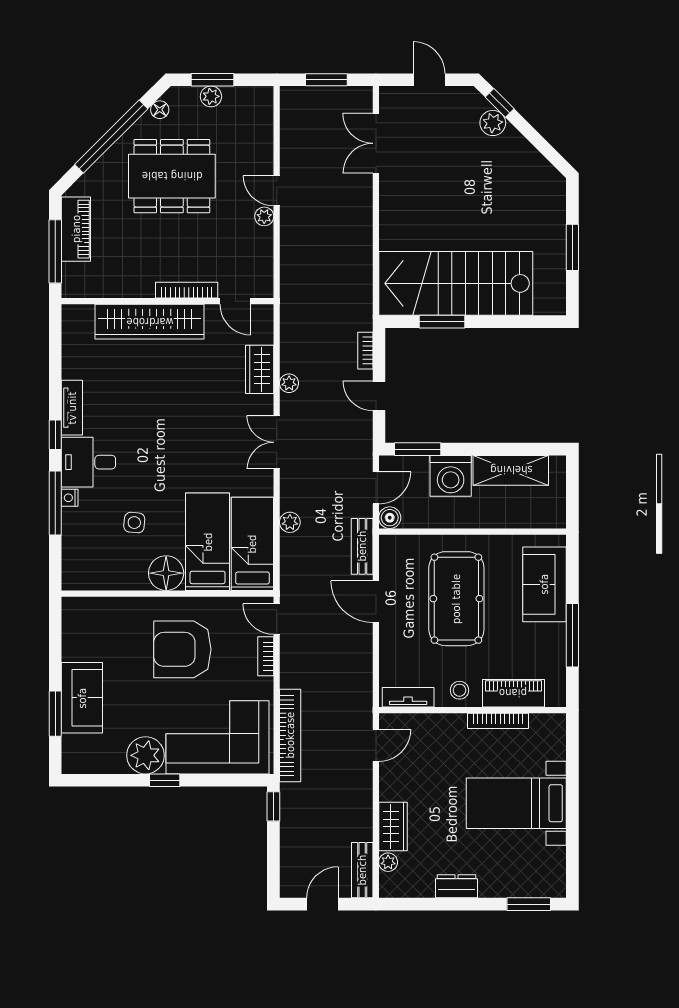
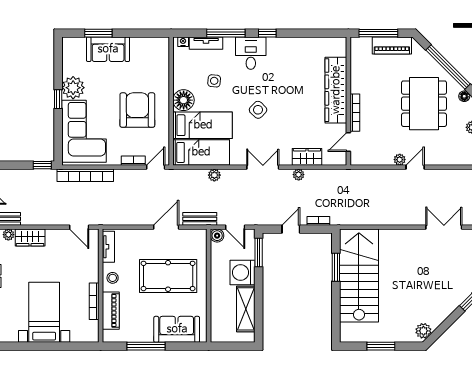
plant: (493, 123) -> (423, 331), moved
tv unit: (72, 408) -> (206, 43), moved
side table: (182, 450) -> (258, 110), added
nightstand: (70, 498) -> (183, 42), moved

